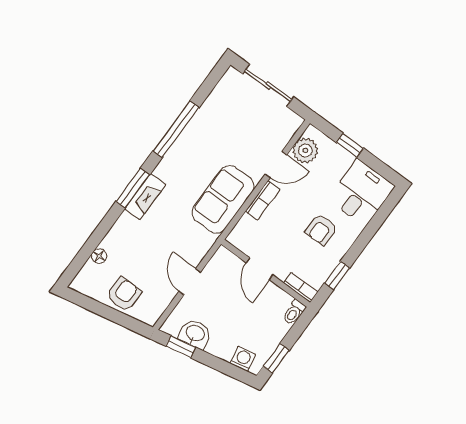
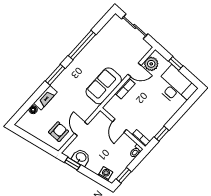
desk: (361, 193) -> (176, 87), width x1.37
fireplace: (145, 197) -> (45, 98), moved
armchair: (321, 229) -> (155, 108), removed
armchair: (124, 294) -> (58, 132), moved

